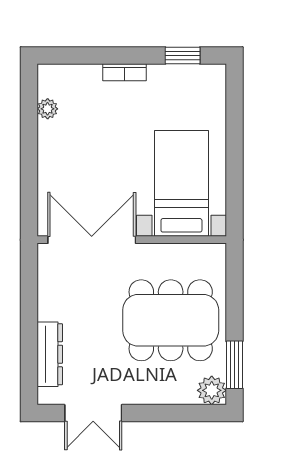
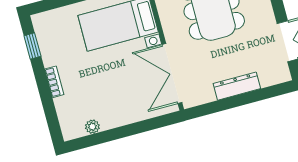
dresser: (50, 354) -> (237, 86), moved

